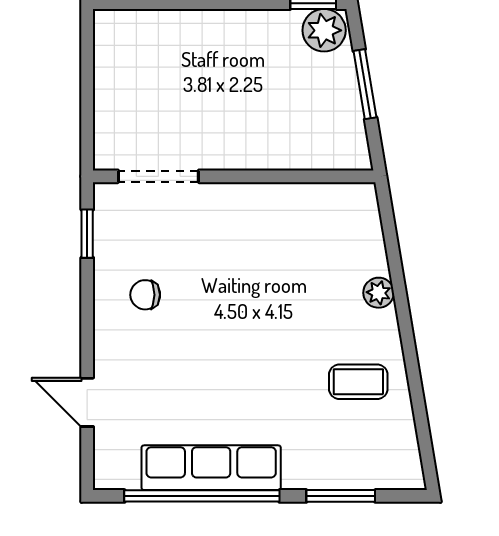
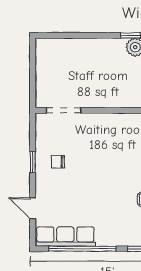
window: (87, 234) -> (33, 162), moved
row of seats: (211, 468) -> (65, 237), moved

